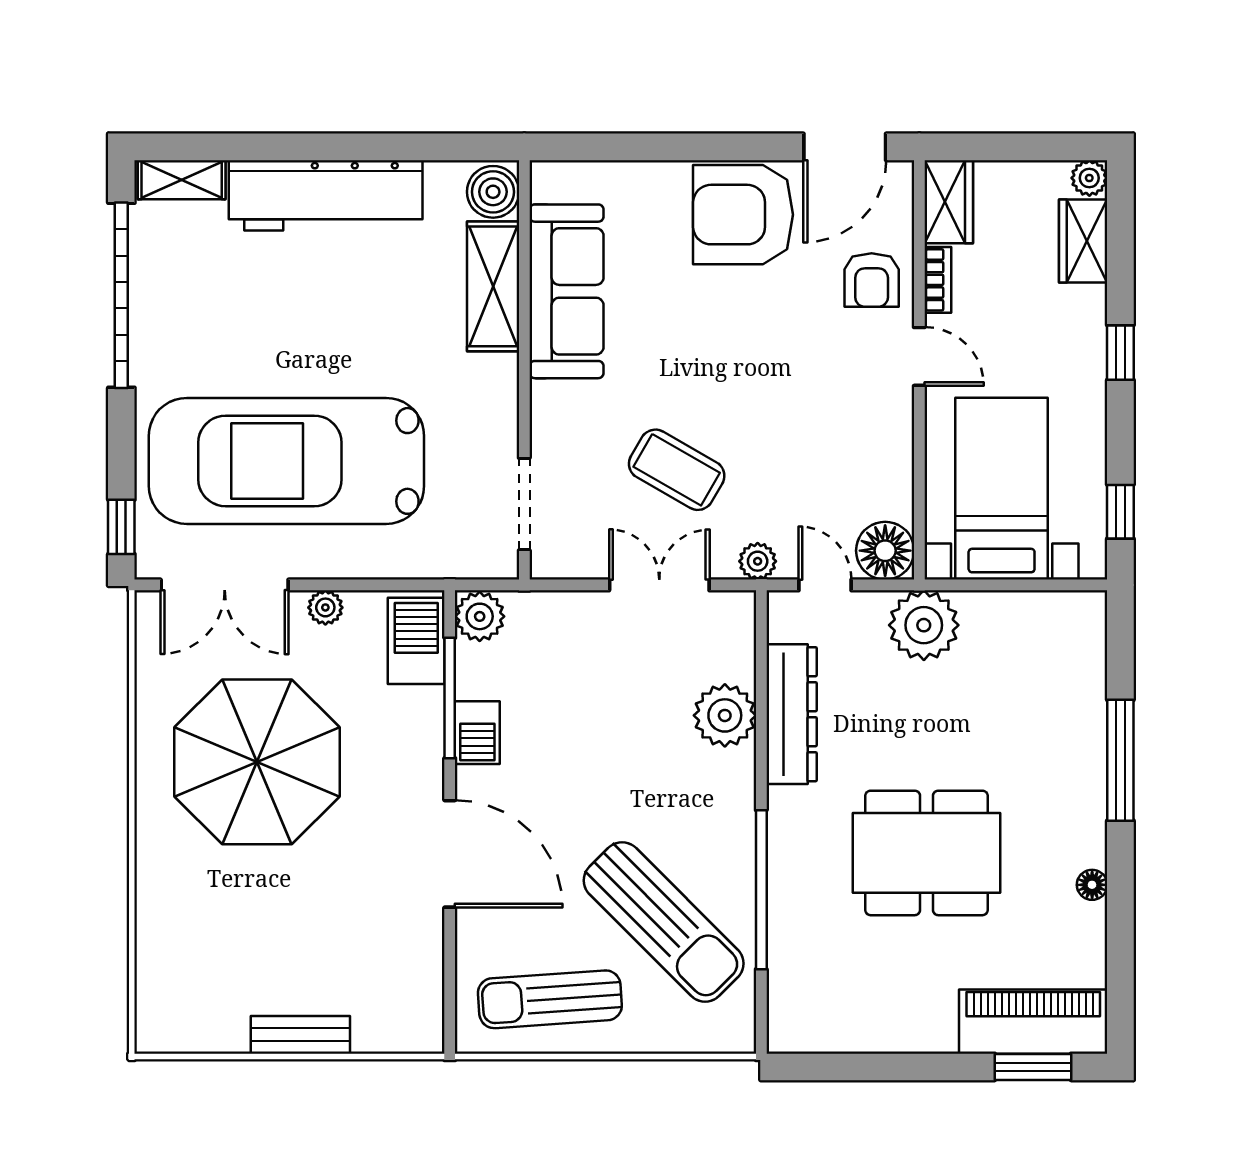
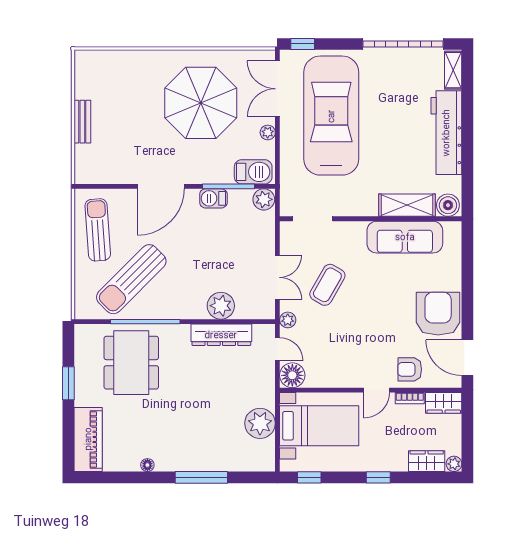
door: (825, 585) -> (277, 349), hinge flipped
plant: (924, 625) -> (260, 423), moved
dining table: (927, 853) -> (131, 363), moved
window: (1033, 1067) -> (68, 383), moved

